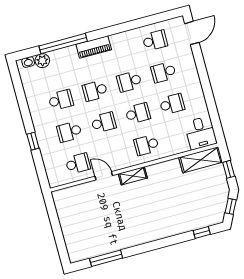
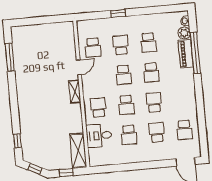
piano: (94, 47) -> (186, 54), moved
school desk: (95, 91) -> (151, 72), turned 180
desk: (201, 133) -> (99, 136), moved

